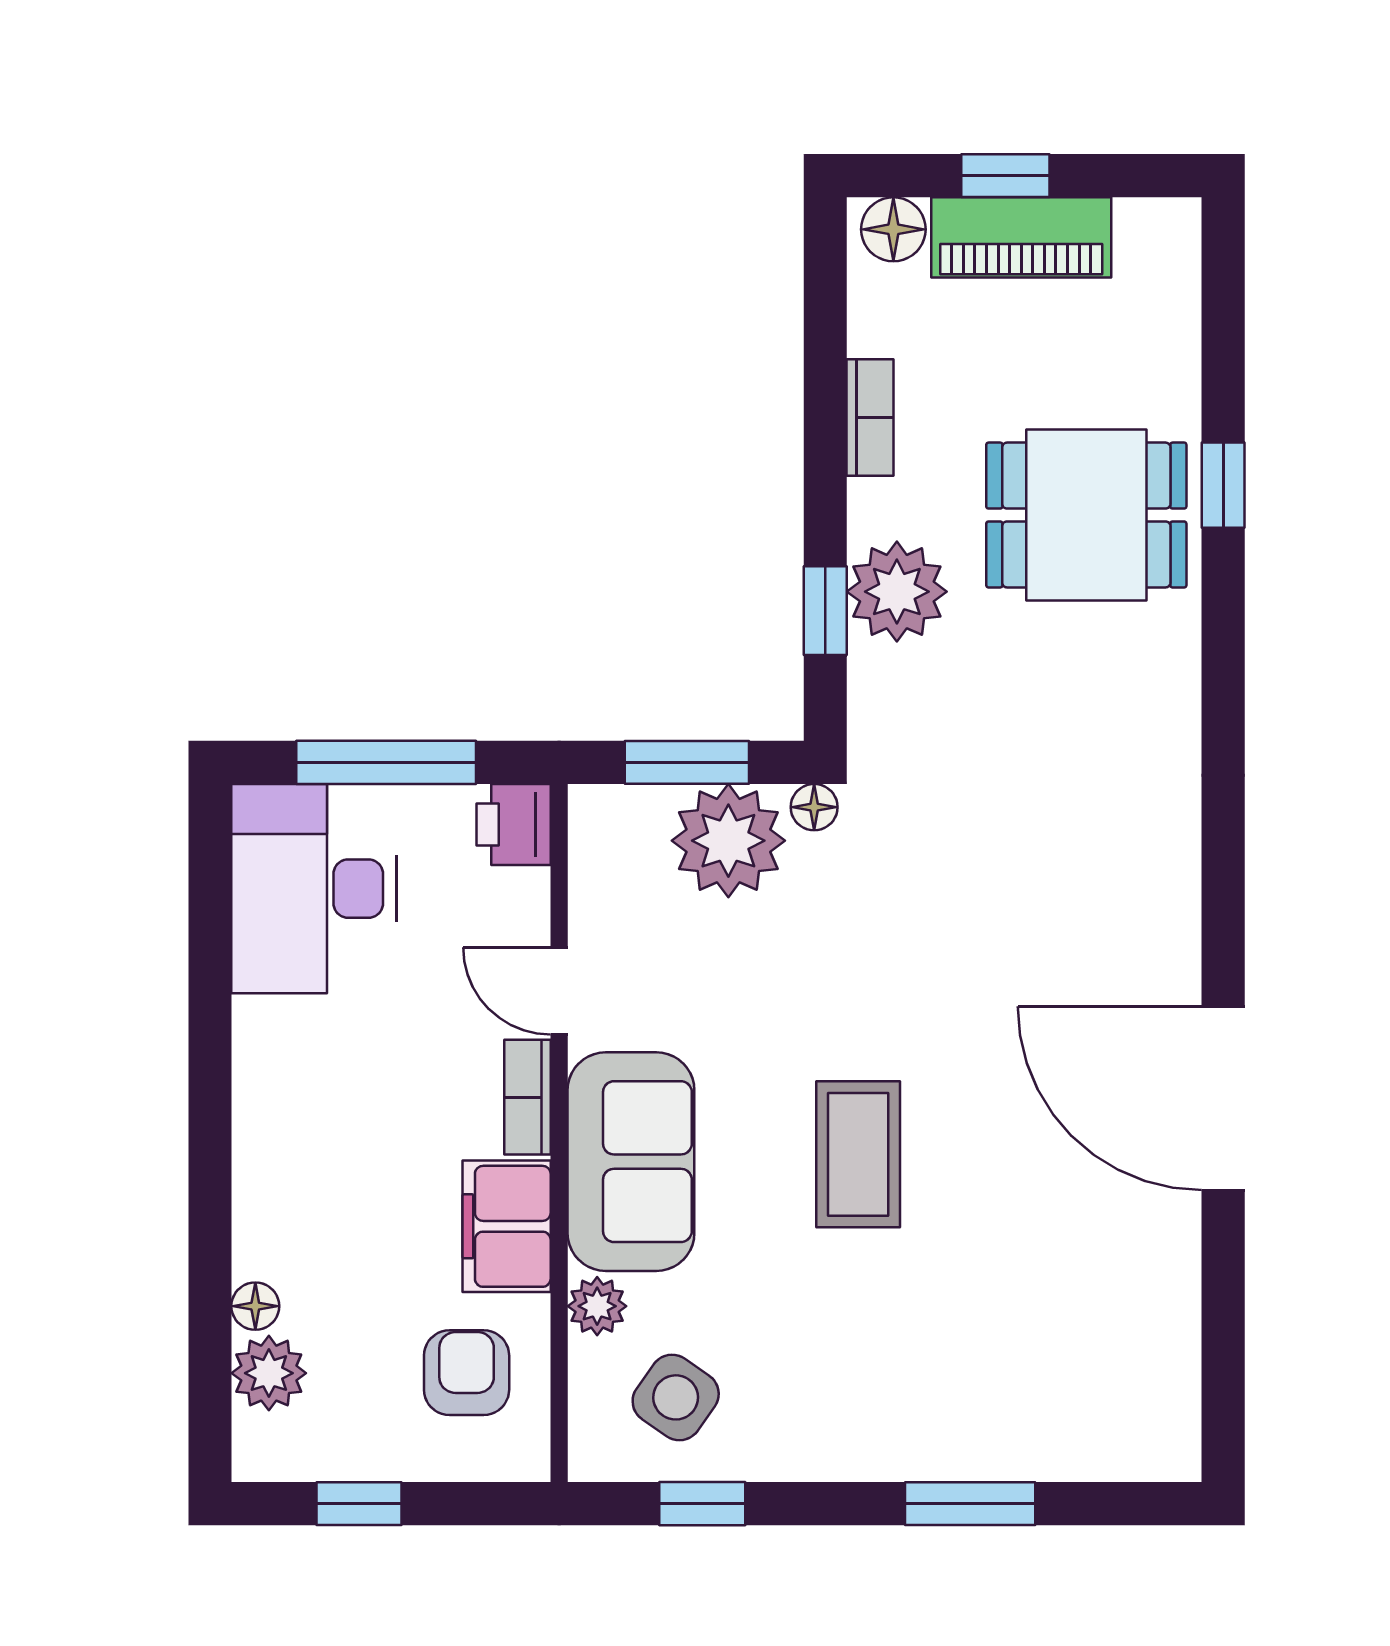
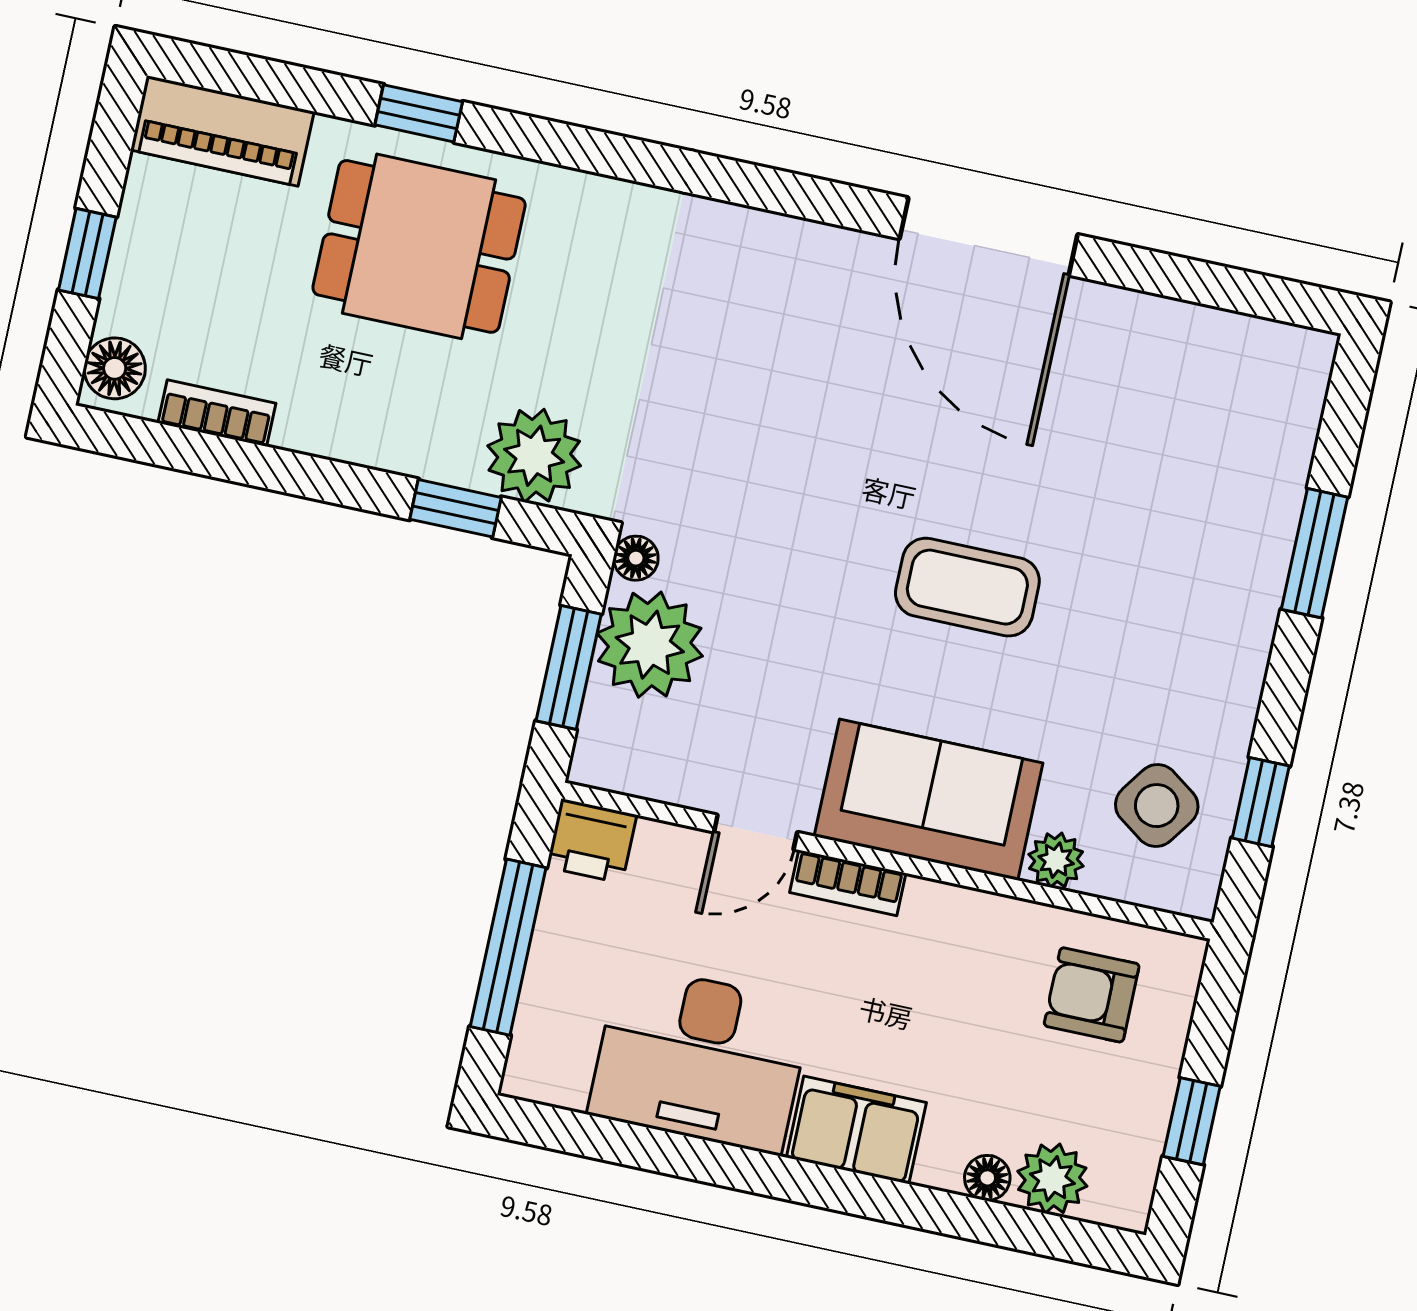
piano: (1021, 237) -> (222, 131), moved, turned 90
bookcase: (870, 417) -> (217, 413), moved
dining table: (1086, 515) -> (419, 246), turned 90
plant: (897, 592) -> (534, 456), moved
desk: (314, 889) -> (700, 1059), moved
door: (1223, 1098) -> (989, 237), hinge flipped
filing cabinet: (507, 1226) -> (856, 1130), moved, turned 180

